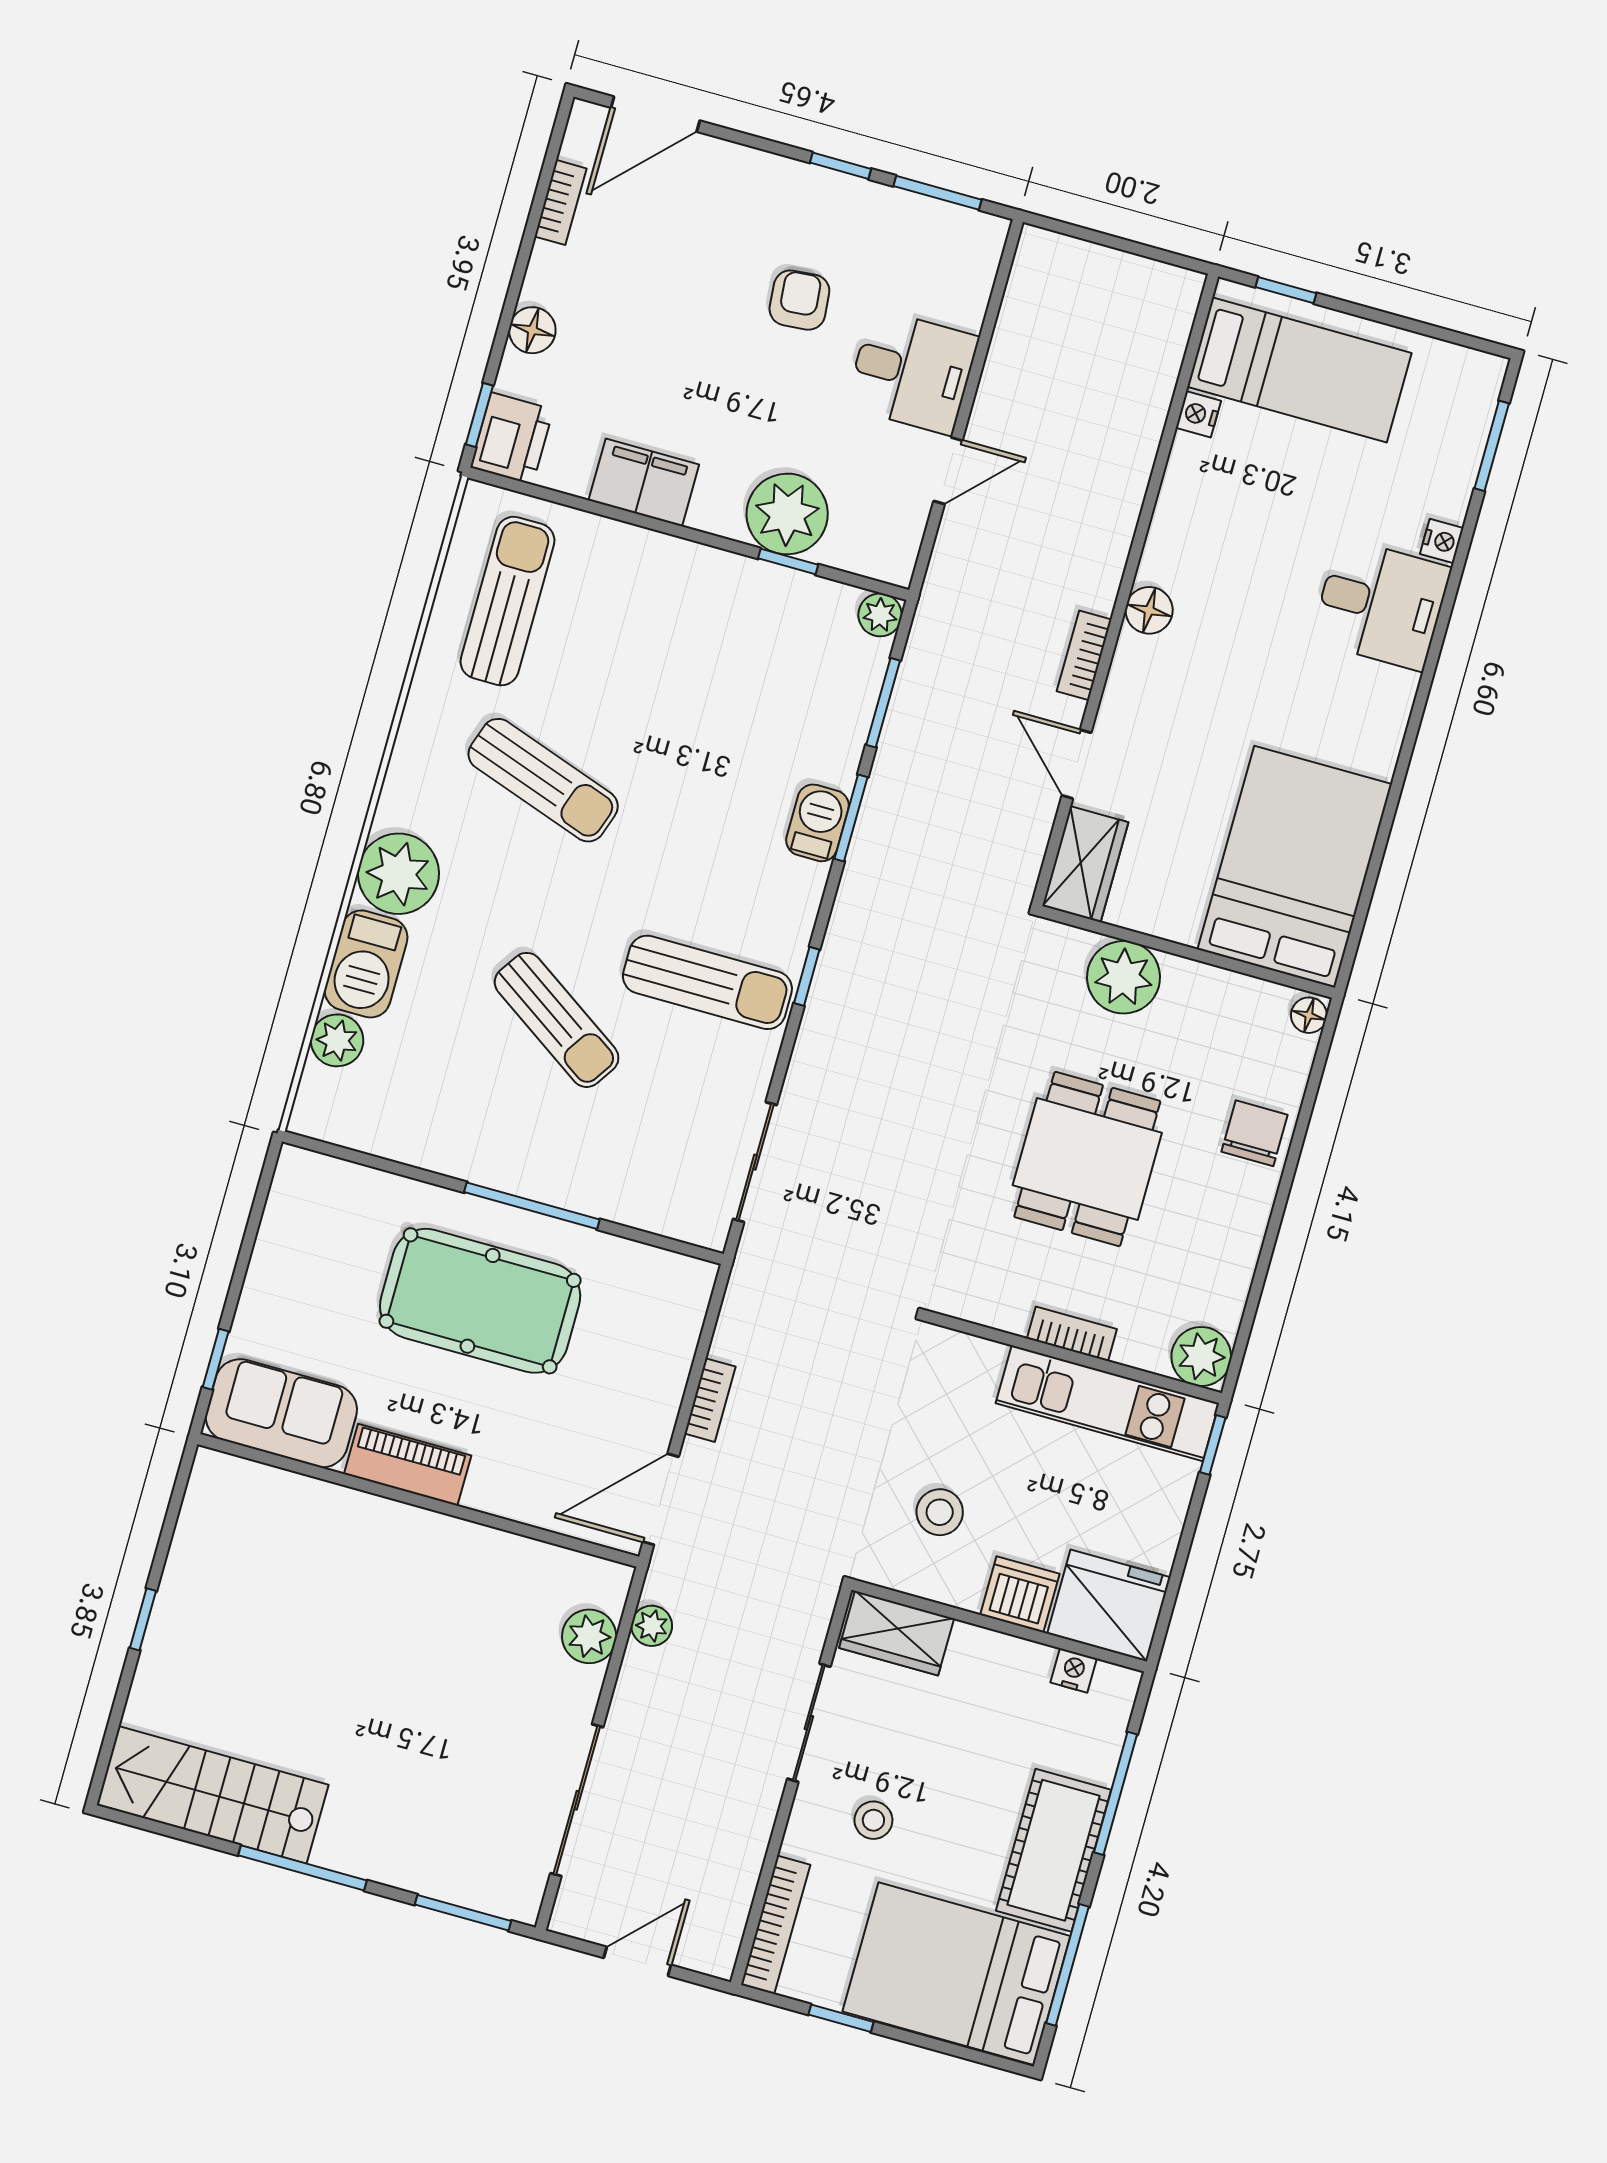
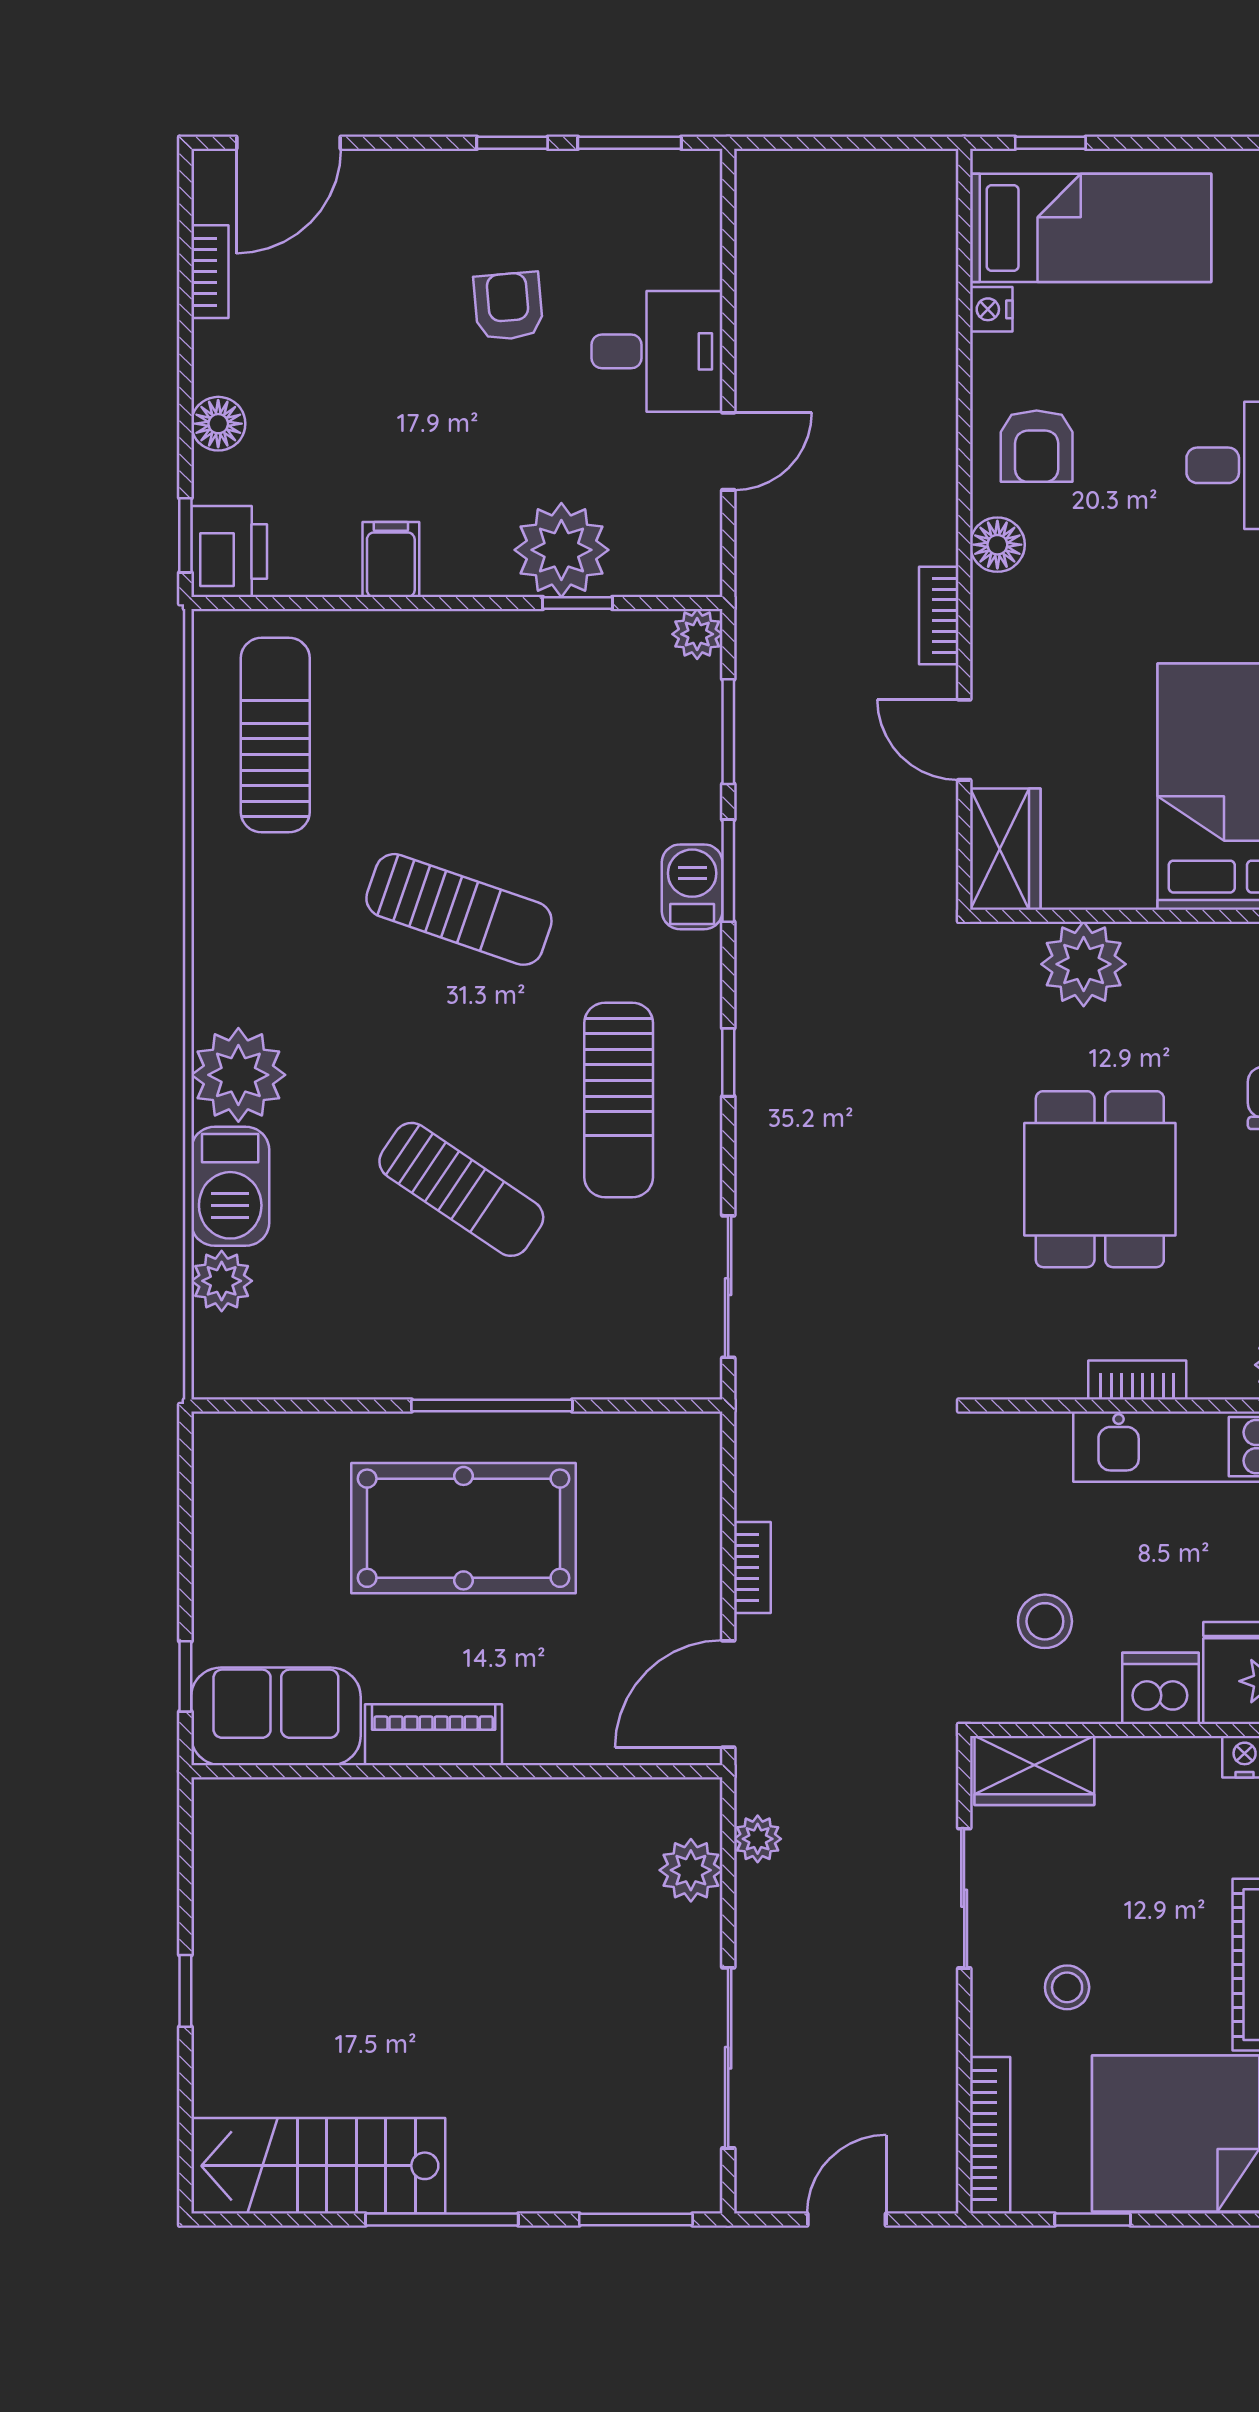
filing cabinet: (644, 482) -> (391, 559), width x0.50
armchair: (1204, 538) -> (1037, 446), added
sun lounger: (543, 780) -> (459, 909), moved
sun lounger: (707, 982) -> (619, 1100), turned 90

